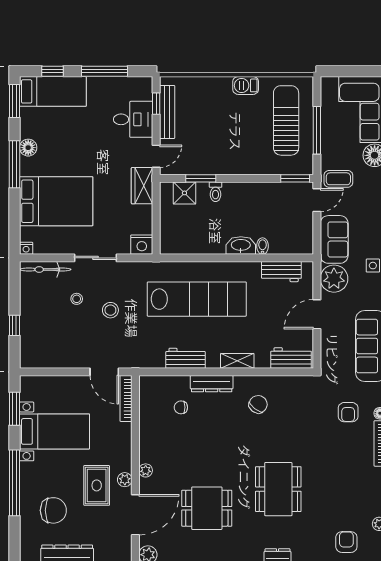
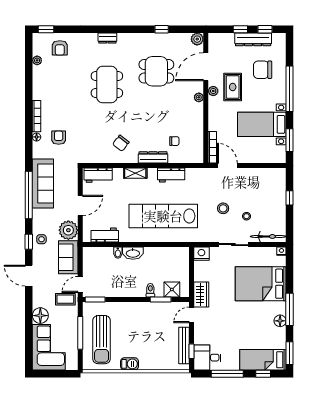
desk: (133, 119) -> (207, 358), moved

